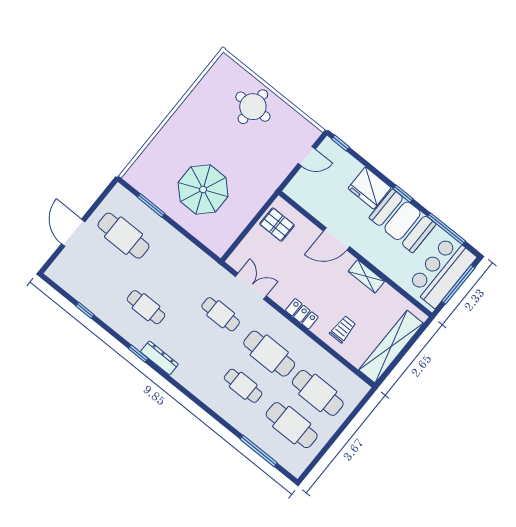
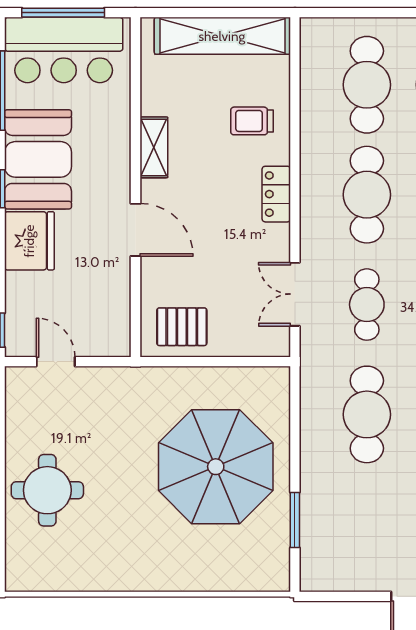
parasol: (203, 189) -> (216, 467), width x1.36, depth x1.36
pallet: (277, 225) -> (182, 327), turned 90
cafe table: (123, 236) -> (367, 414), moved

